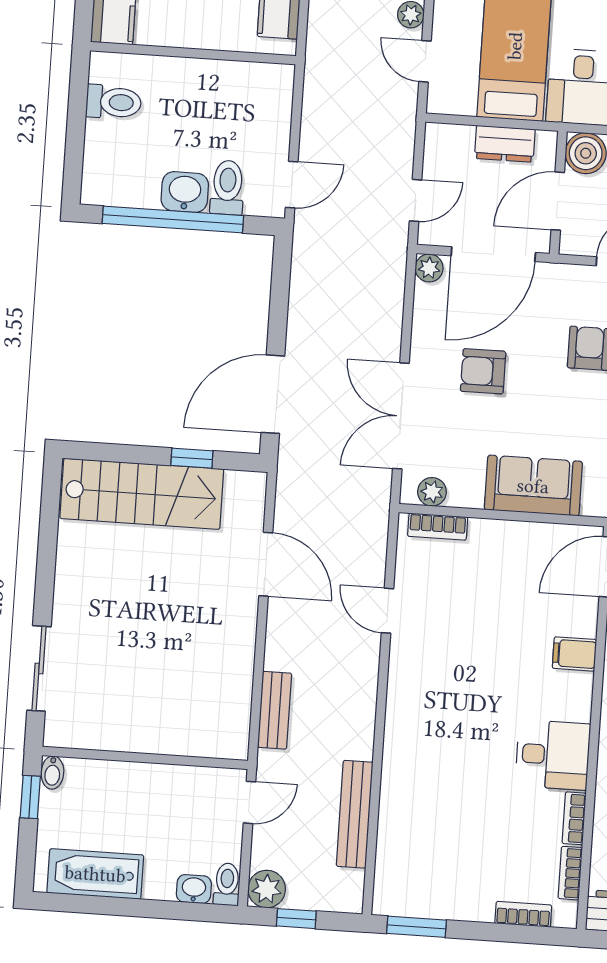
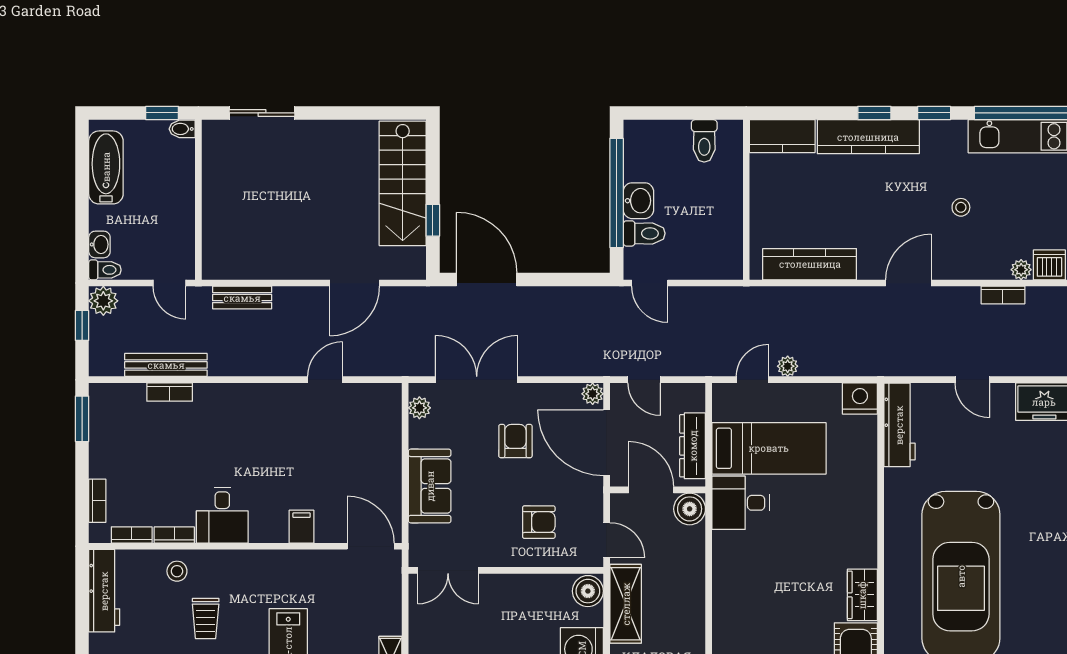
dresser: (505, 144) -> (693, 446), width x1.44
bookcase: (438, 527) -> (170, 392), moved, turned -90

